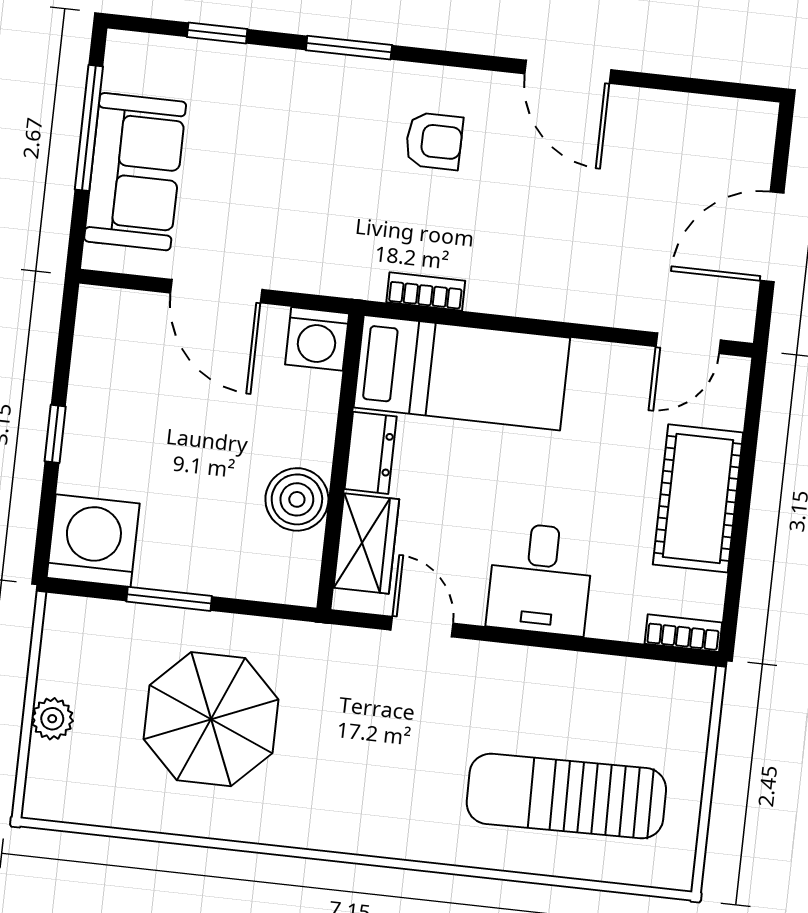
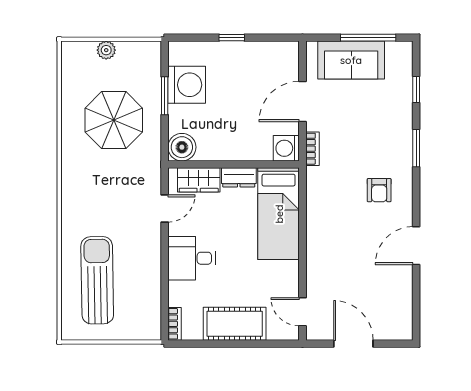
bookcase: (426, 292) -> (312, 149), moved
boiler: (297, 499) -> (182, 147), moved
washing machine: (93, 541) -> (187, 85), moved

